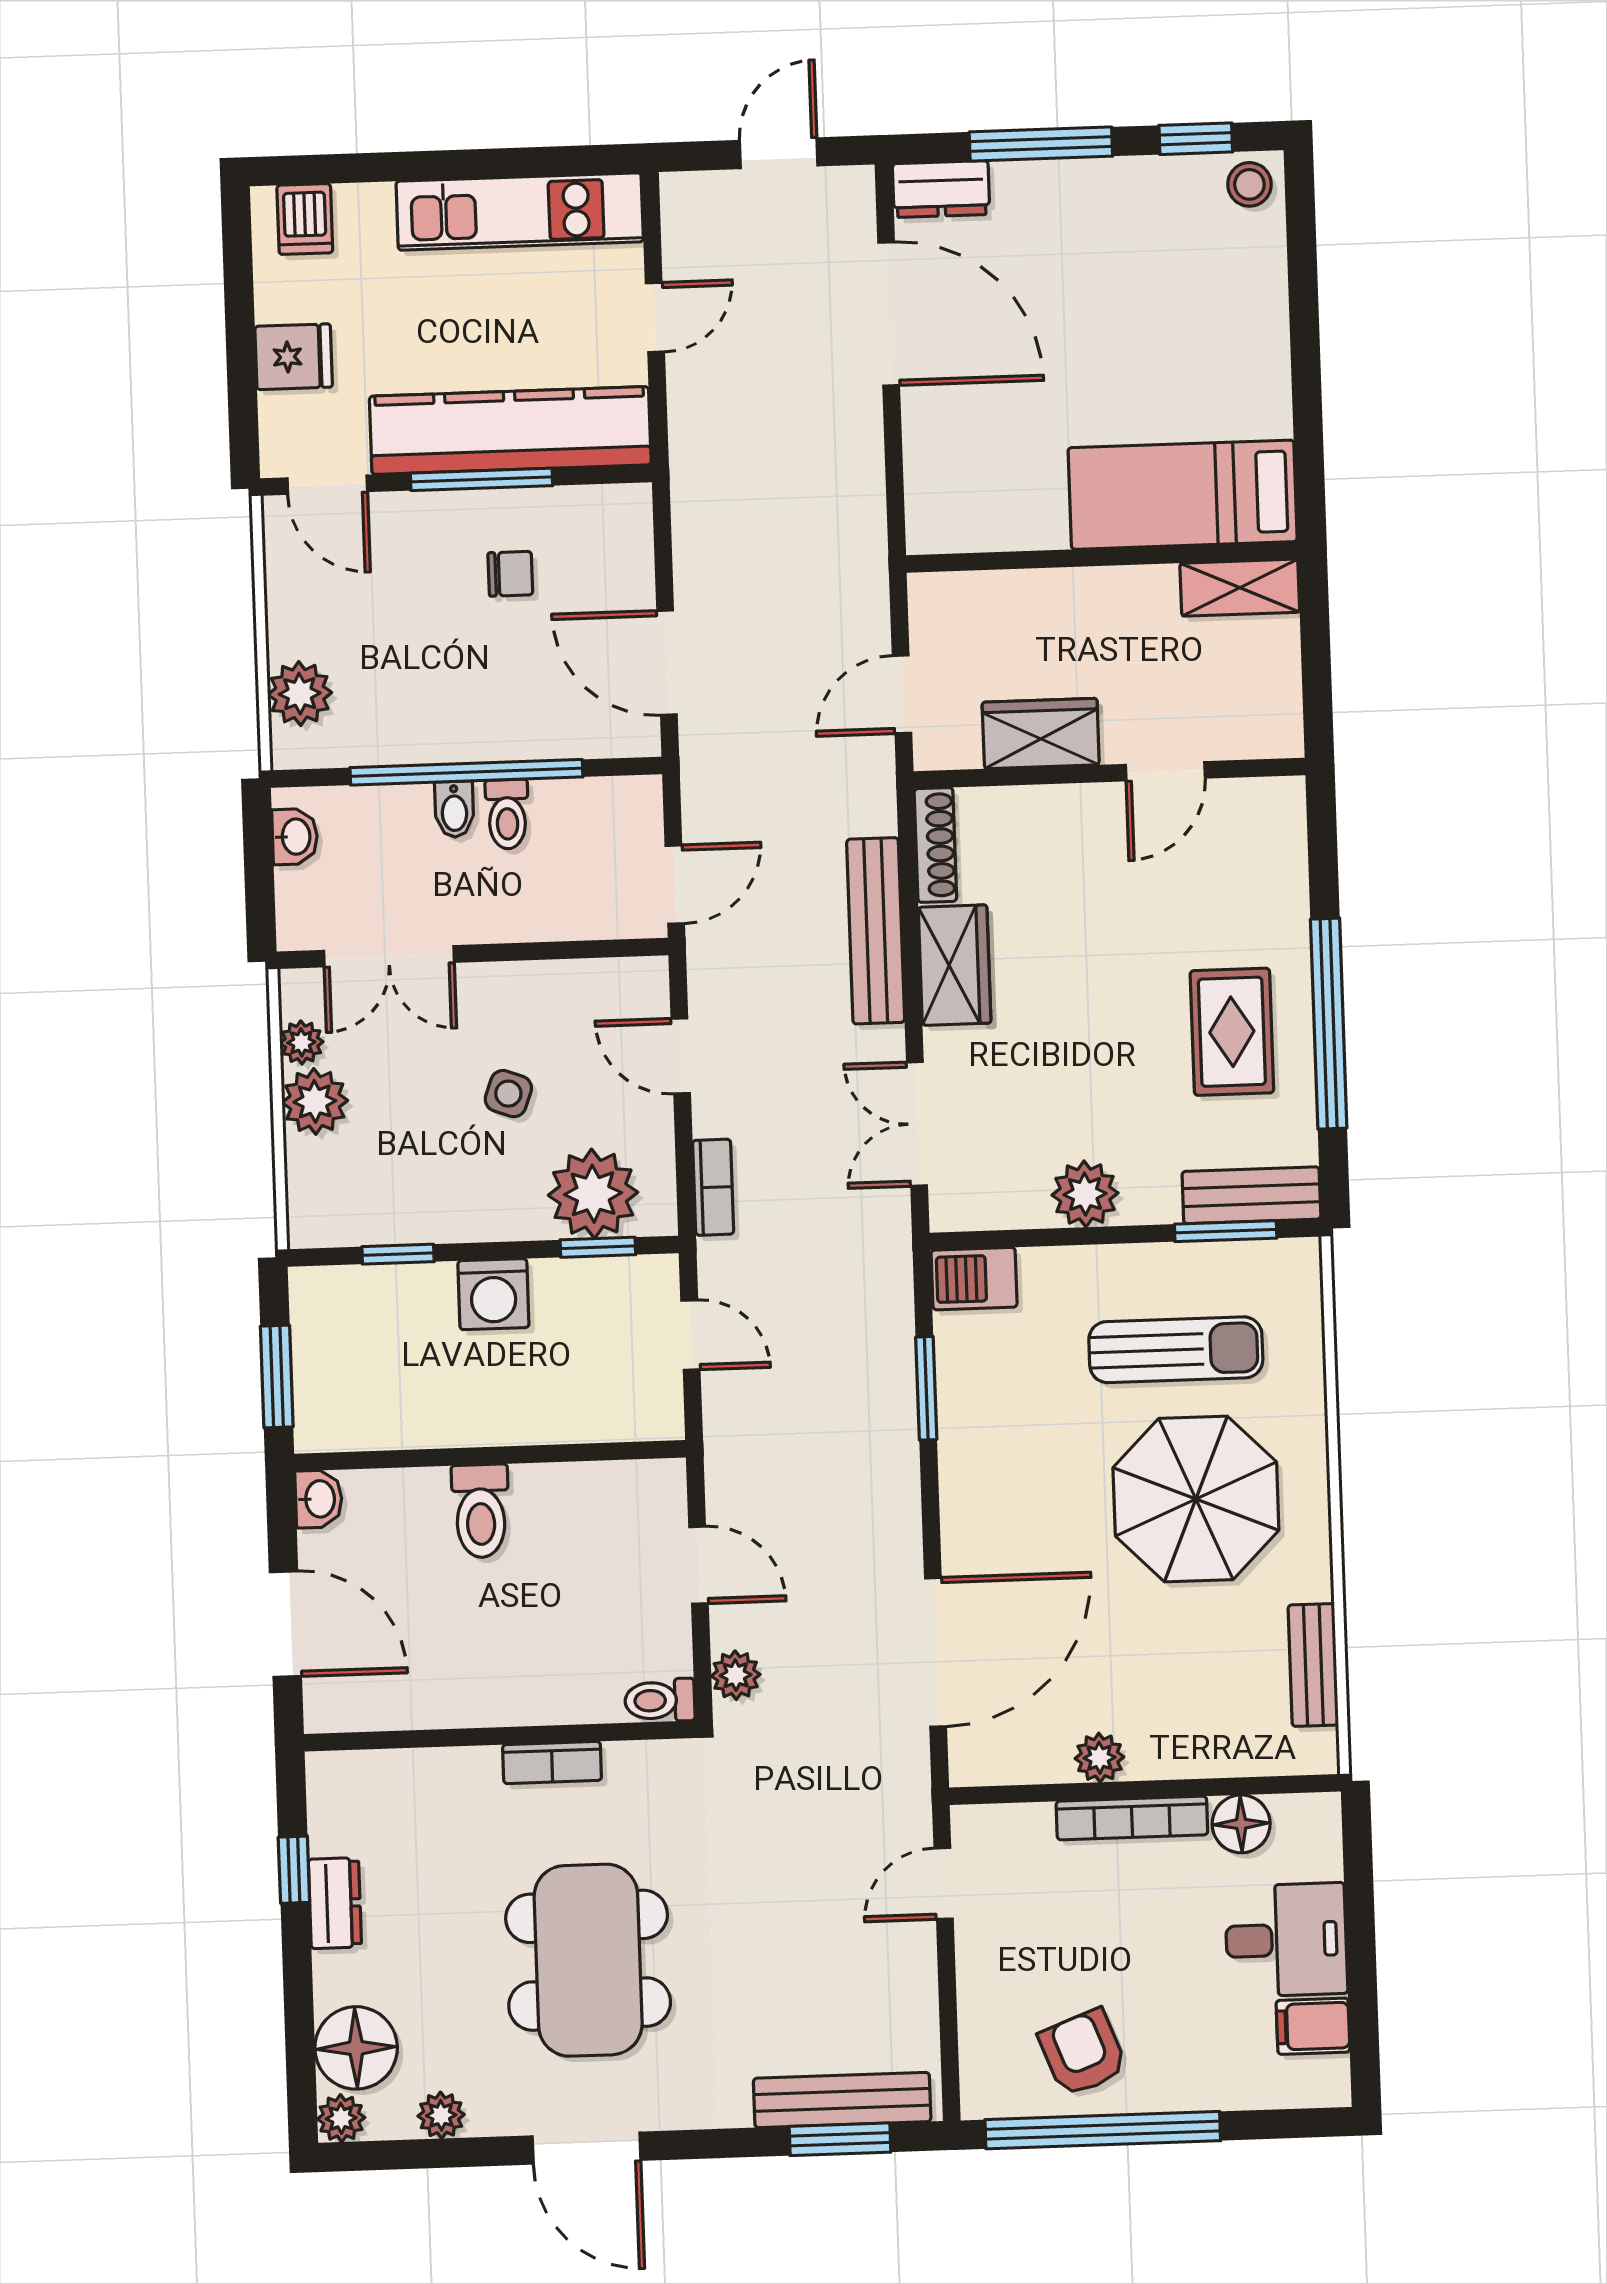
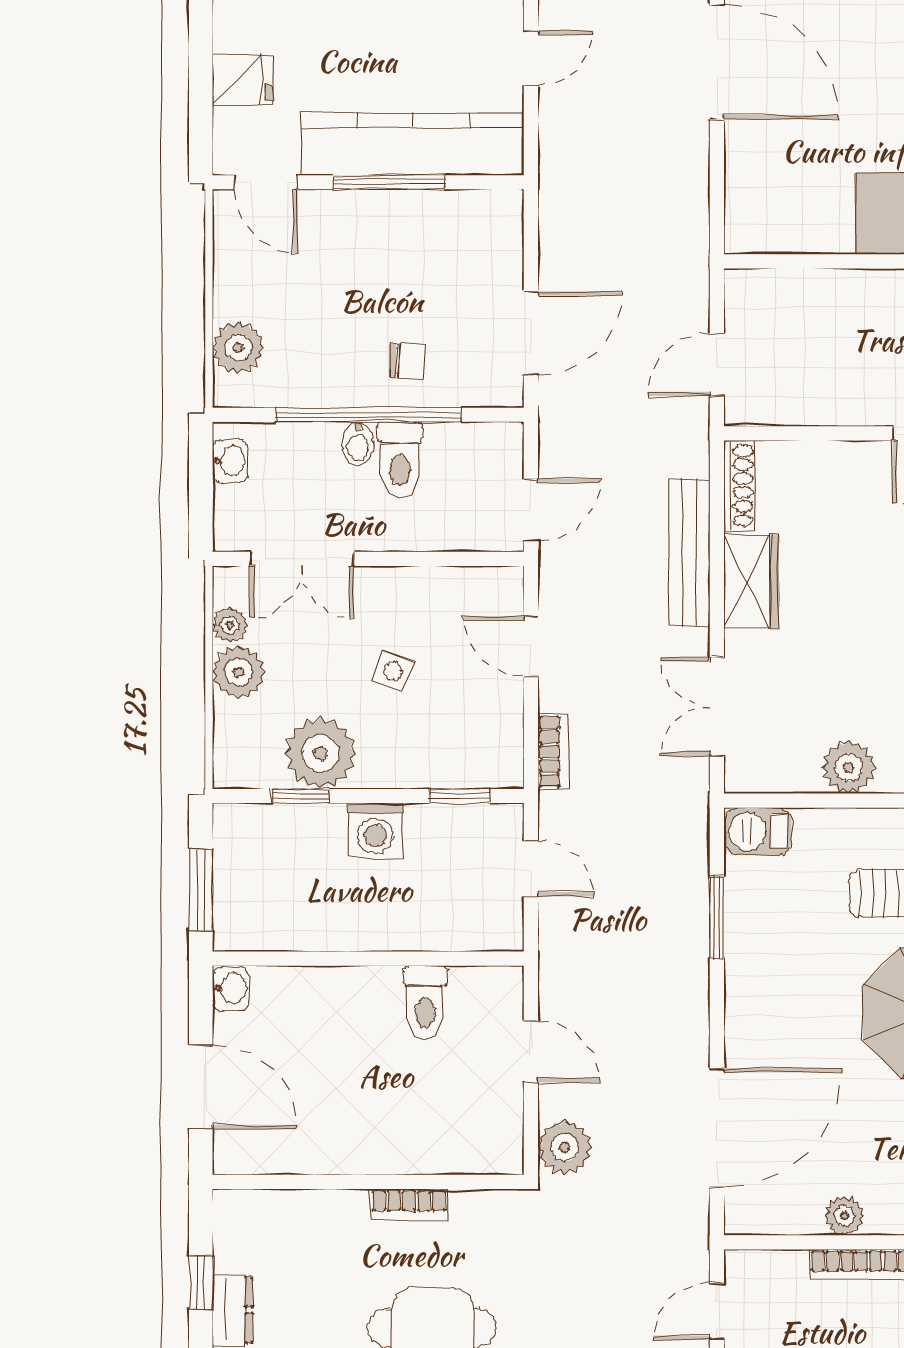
chair: (510, 574) -> (408, 361), moved
door: (667, 663) -> (531, 333), swing flipped
wardrobe: (1041, 733) -> (826, 400), removed
toilet: (507, 814) -> (400, 460), width x1.37, depth x1.39
plant: (593, 1194) -> (320, 753), moved
toilet: (481, 1511) -> (425, 1003), moved
plant: (736, 1675) -> (565, 1147), width x1.38, depth x1.38
toilet: (660, 1700) -> (496, 1158), removed

